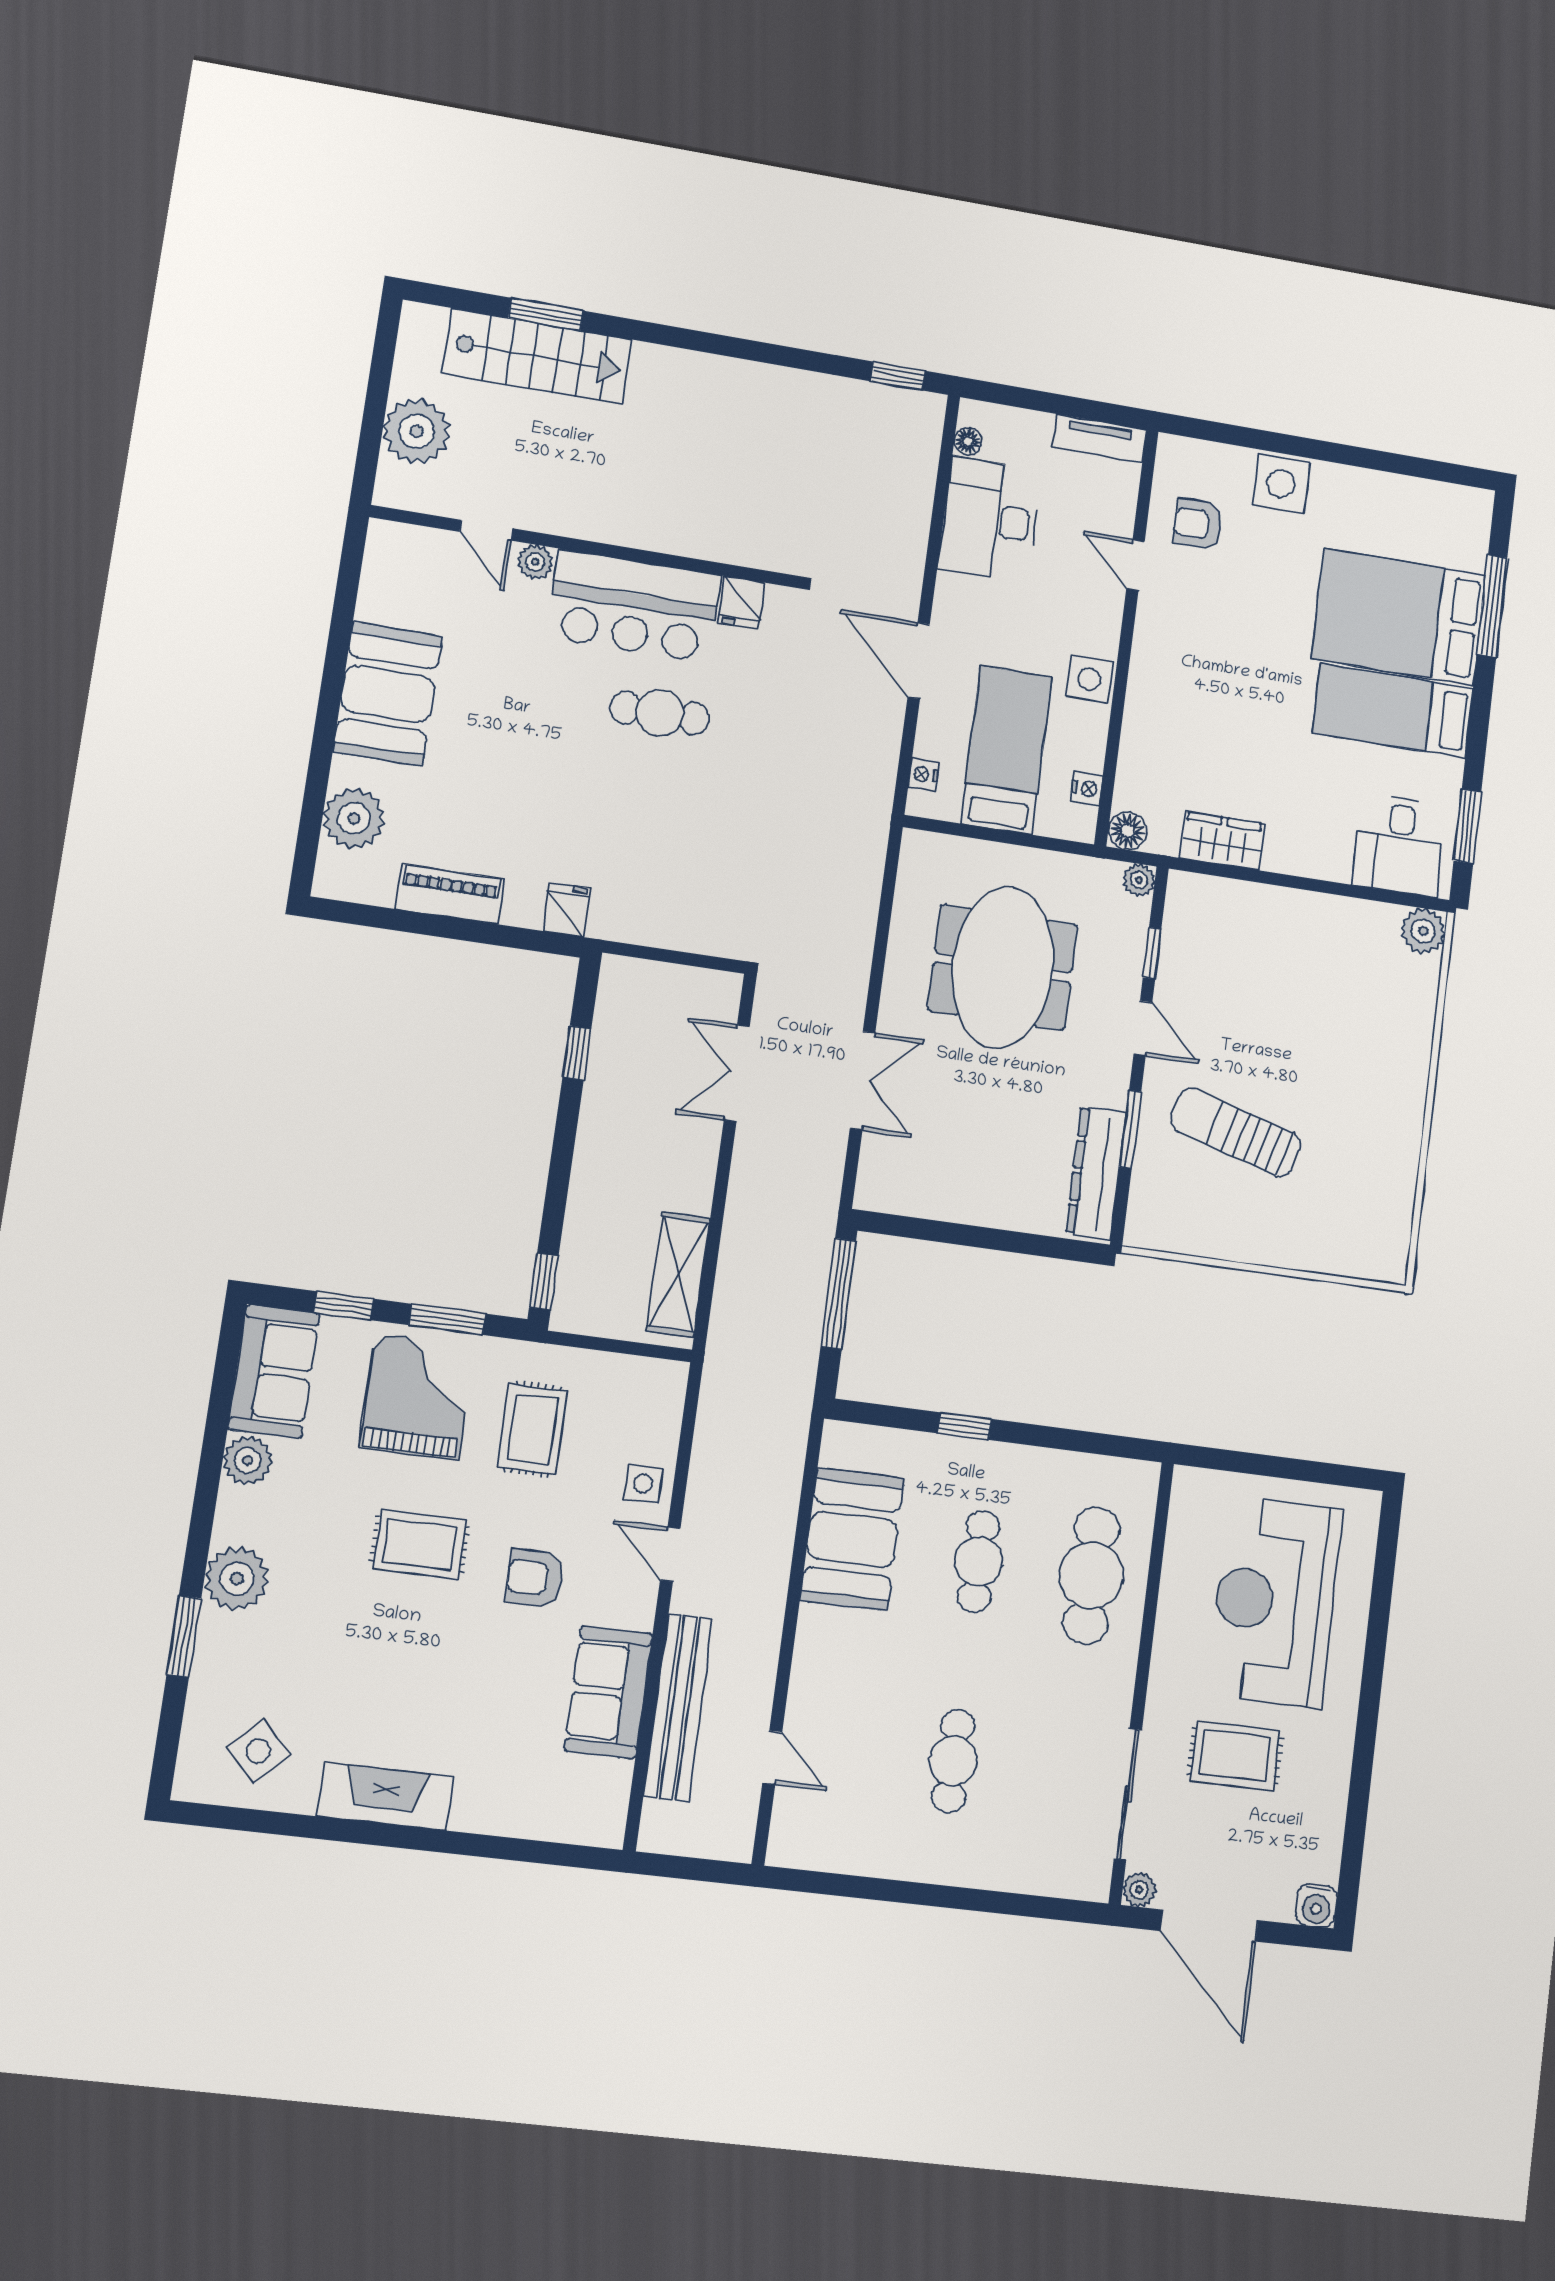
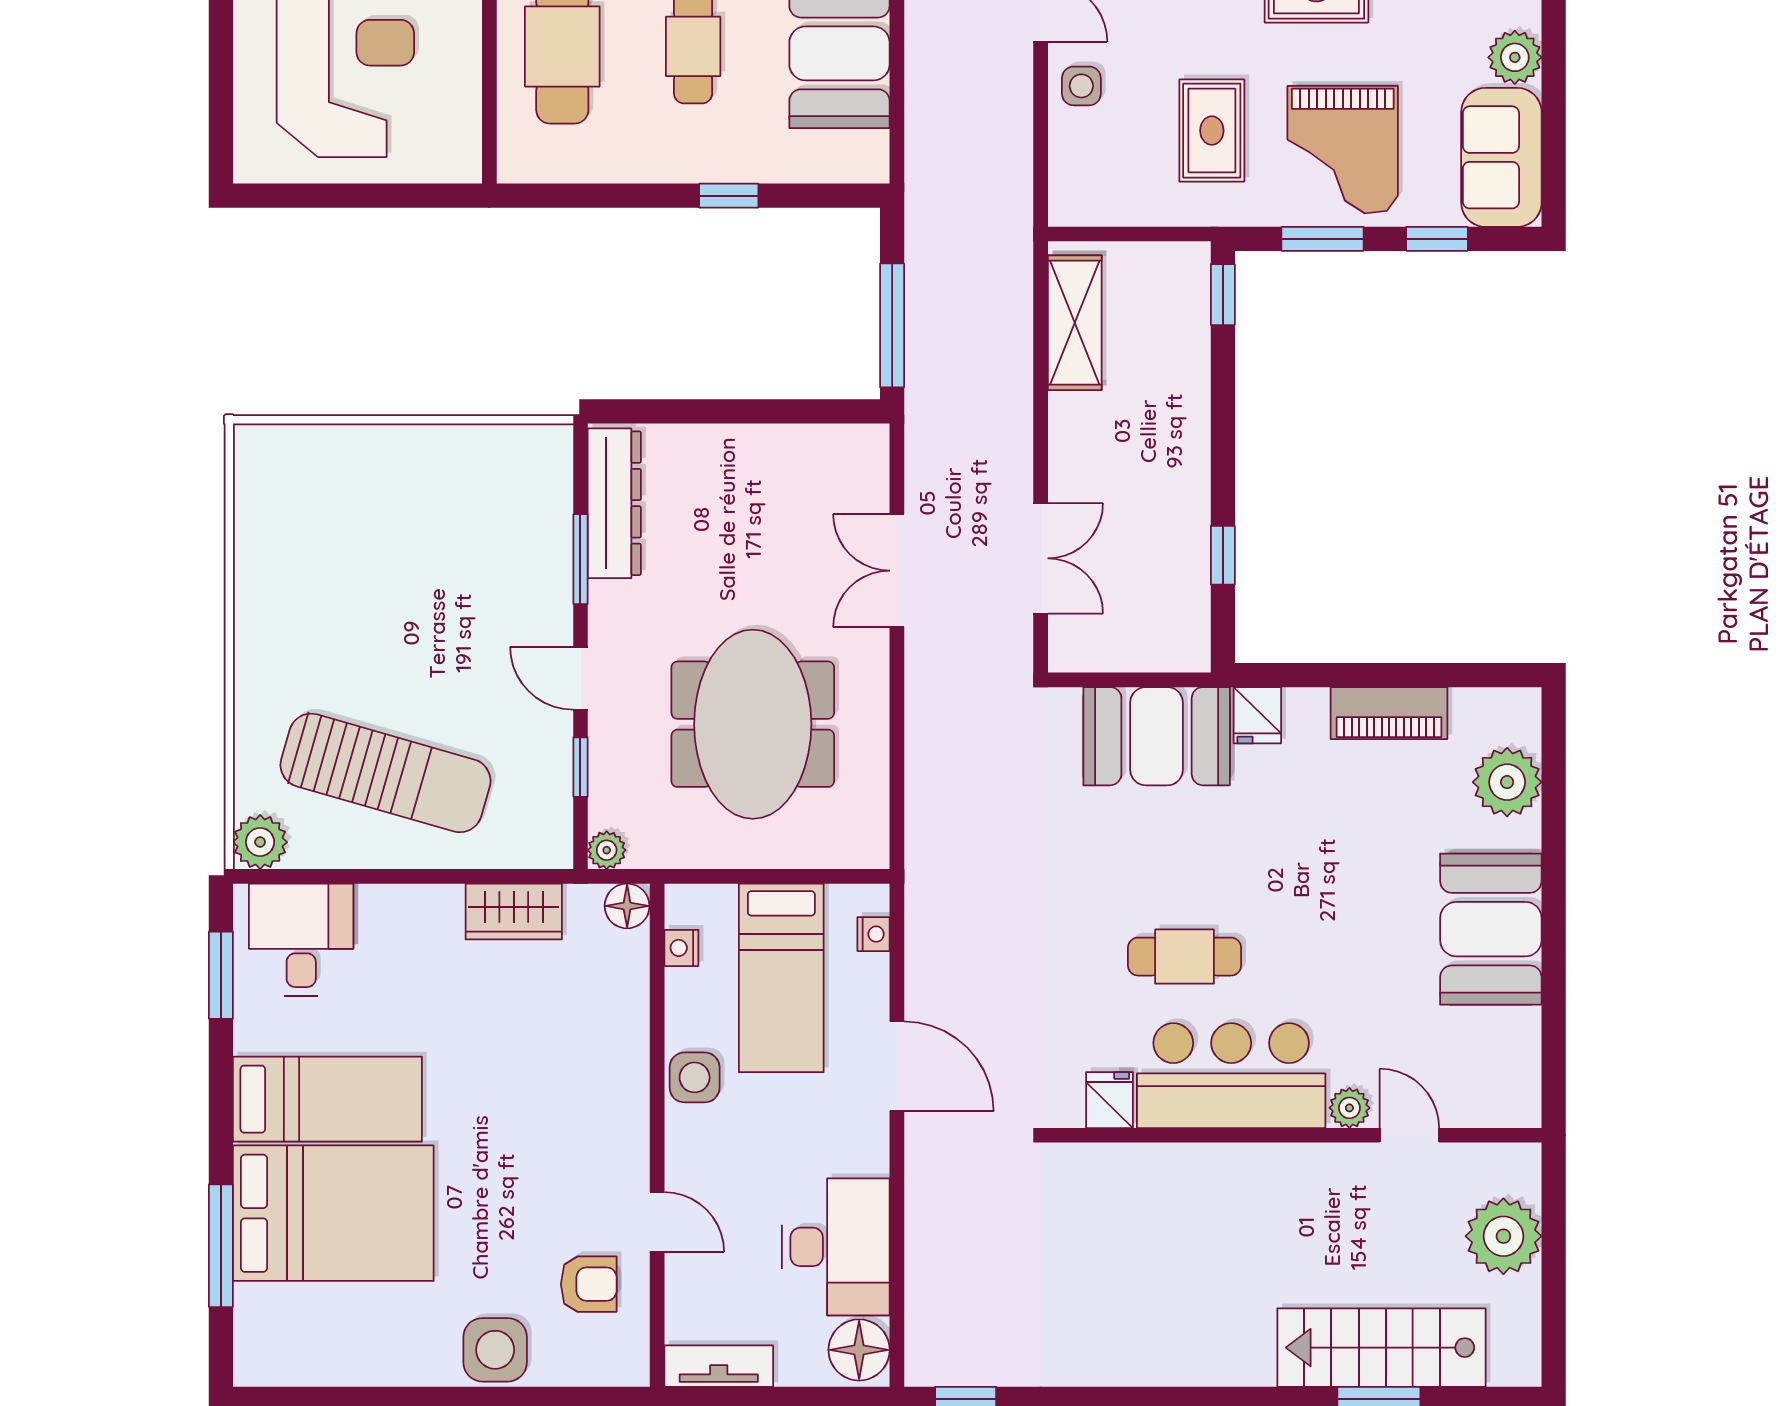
floor lamp: (968, 441) -> (859, 1350), width x1.89, depth x1.89
booth: (657, 905) -> (1157, 736), added
sun lounger: (1236, 1132) -> (386, 773), moved, width x1.36, depth x1.34

